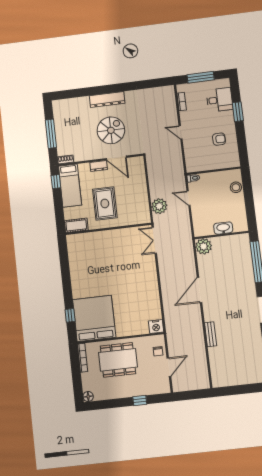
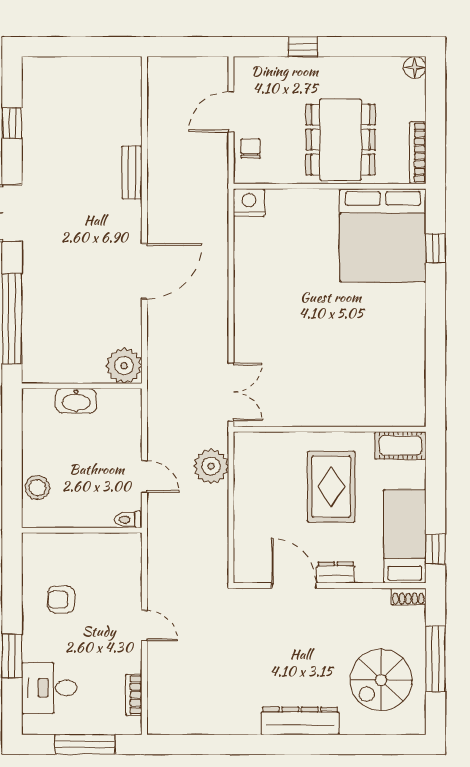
spiral stairs: (111, 130) -> (381, 680), moved
dining table: (118, 360) -> (340, 140), turned 90

